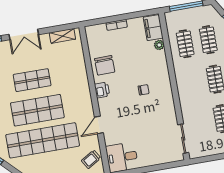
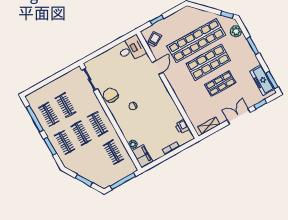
clothes rail: (208, 40) -> (98, 124), moved
chair: (105, 65) -> (111, 95), moved
printer: (102, 90) -> (182, 127), moved

